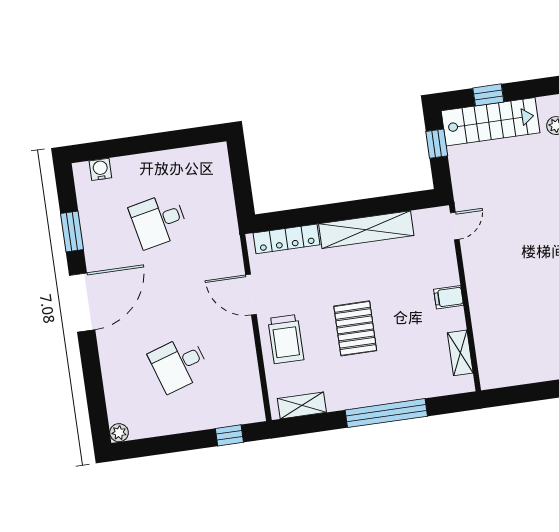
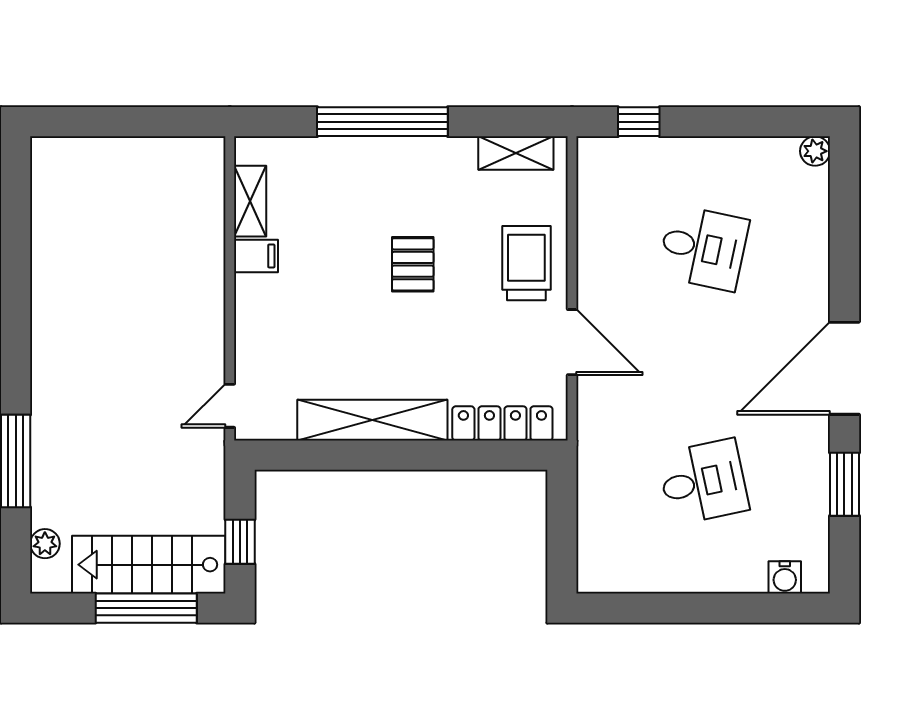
window: (488, 95) -> (146, 608), width x2.17
filing cabinet: (449, 297) -> (256, 256), moved
pallet: (355, 328) -> (413, 264), width x0.67, depth x0.71
desk: (179, 364) -> (703, 248), turned 30

